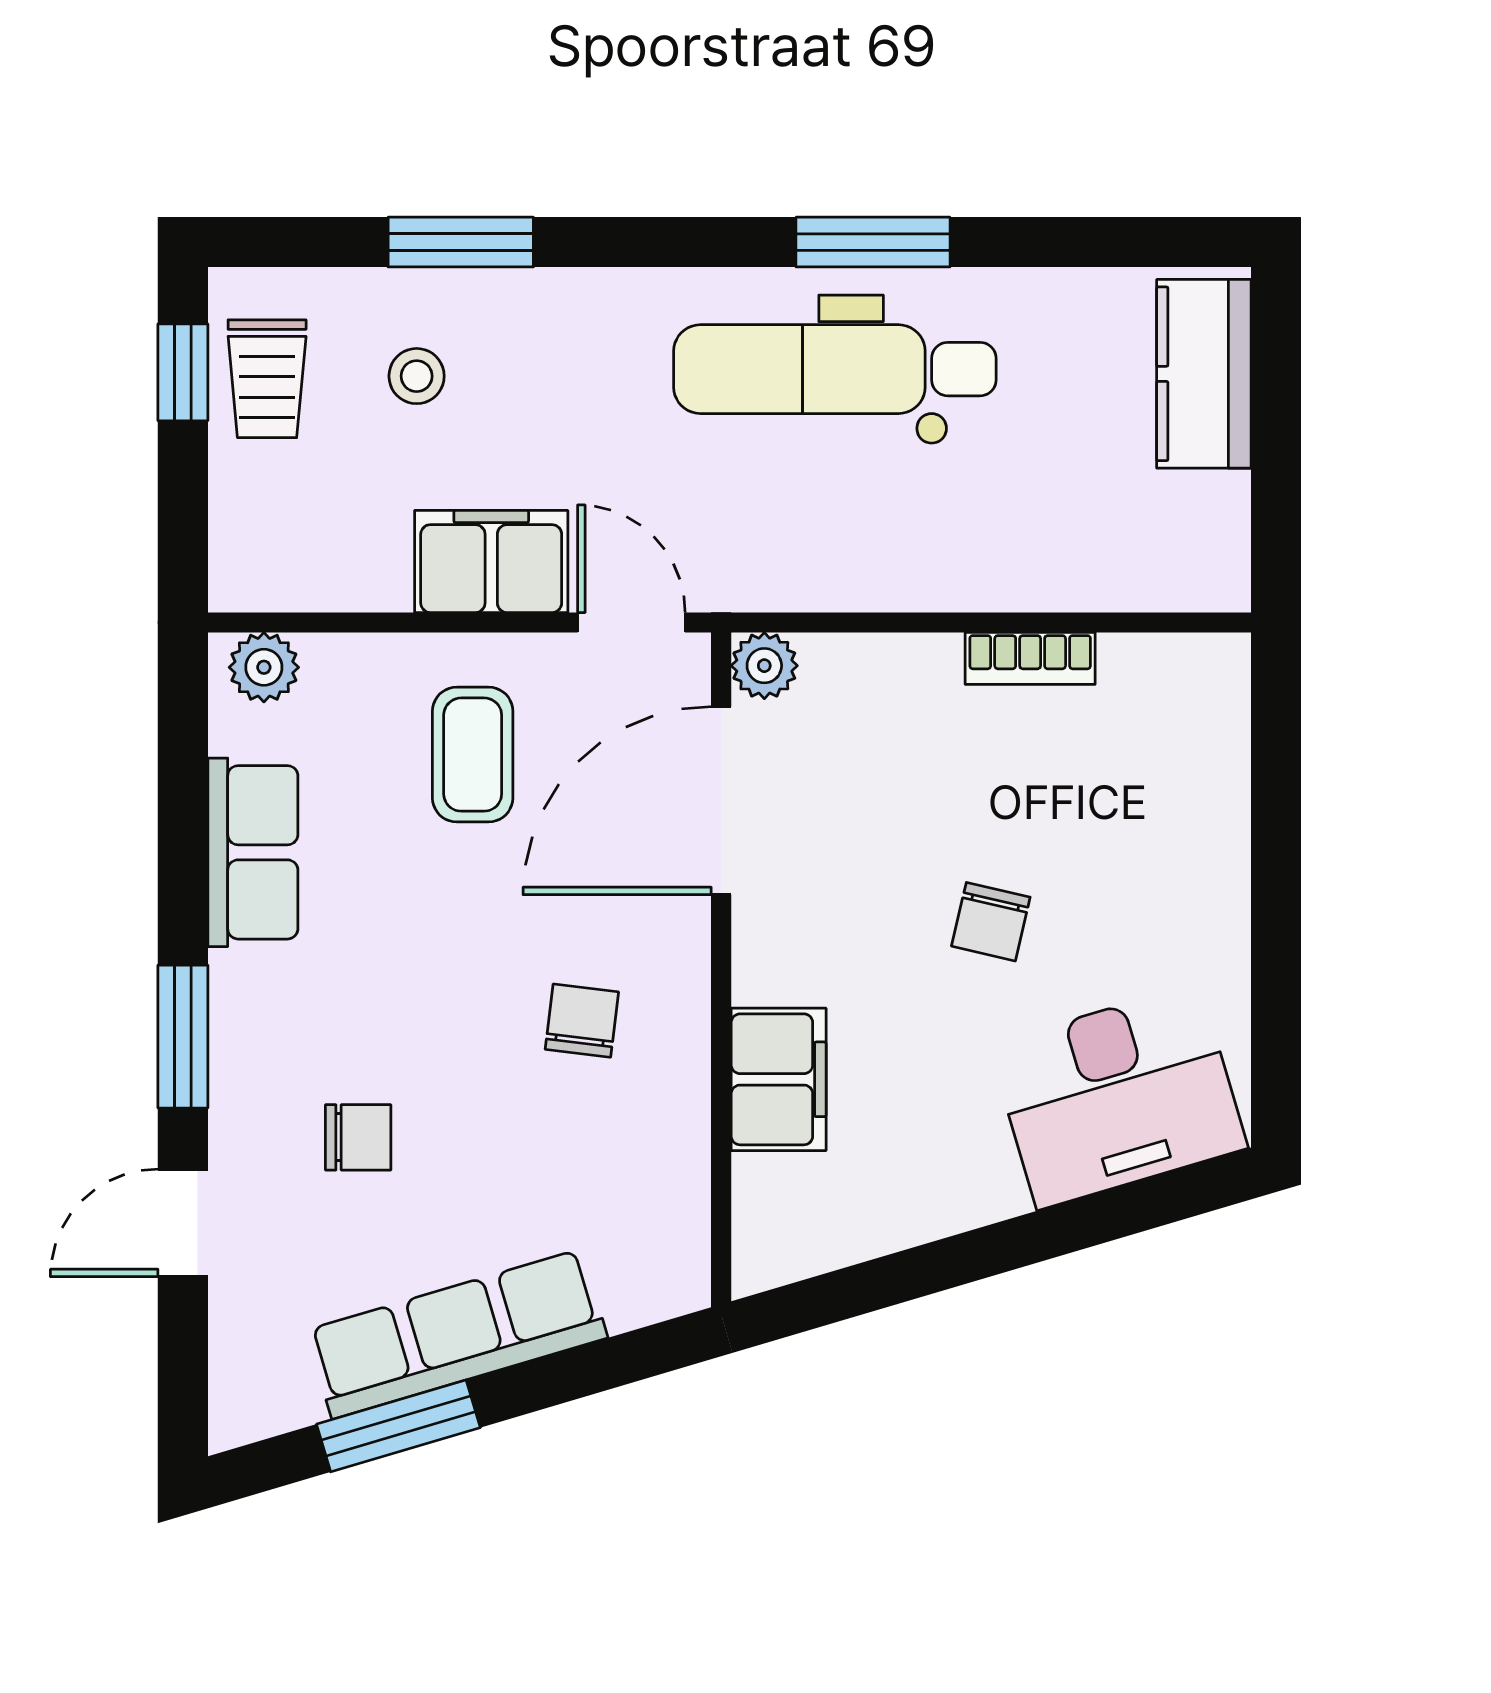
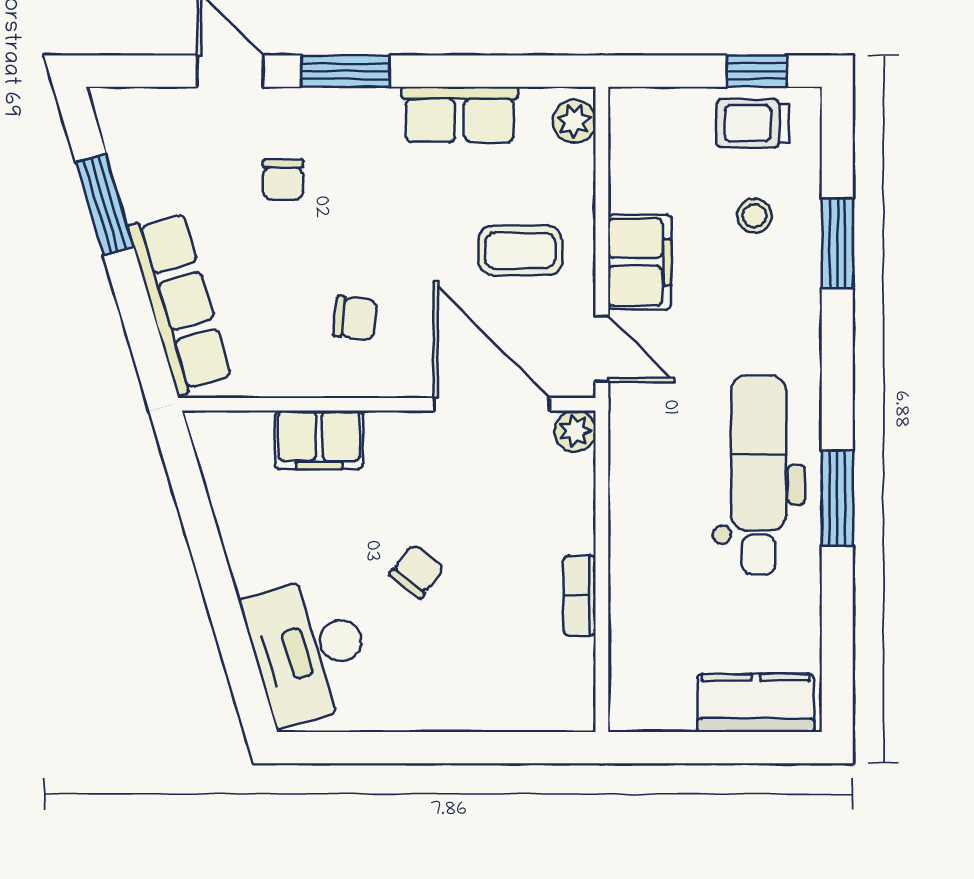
door: (631, 622) -> (602, 349), hinge flipped
chair: (991, 922) -> (417, 571), turned 115
row of seats: (457, 1334) -> (180, 303), moved

